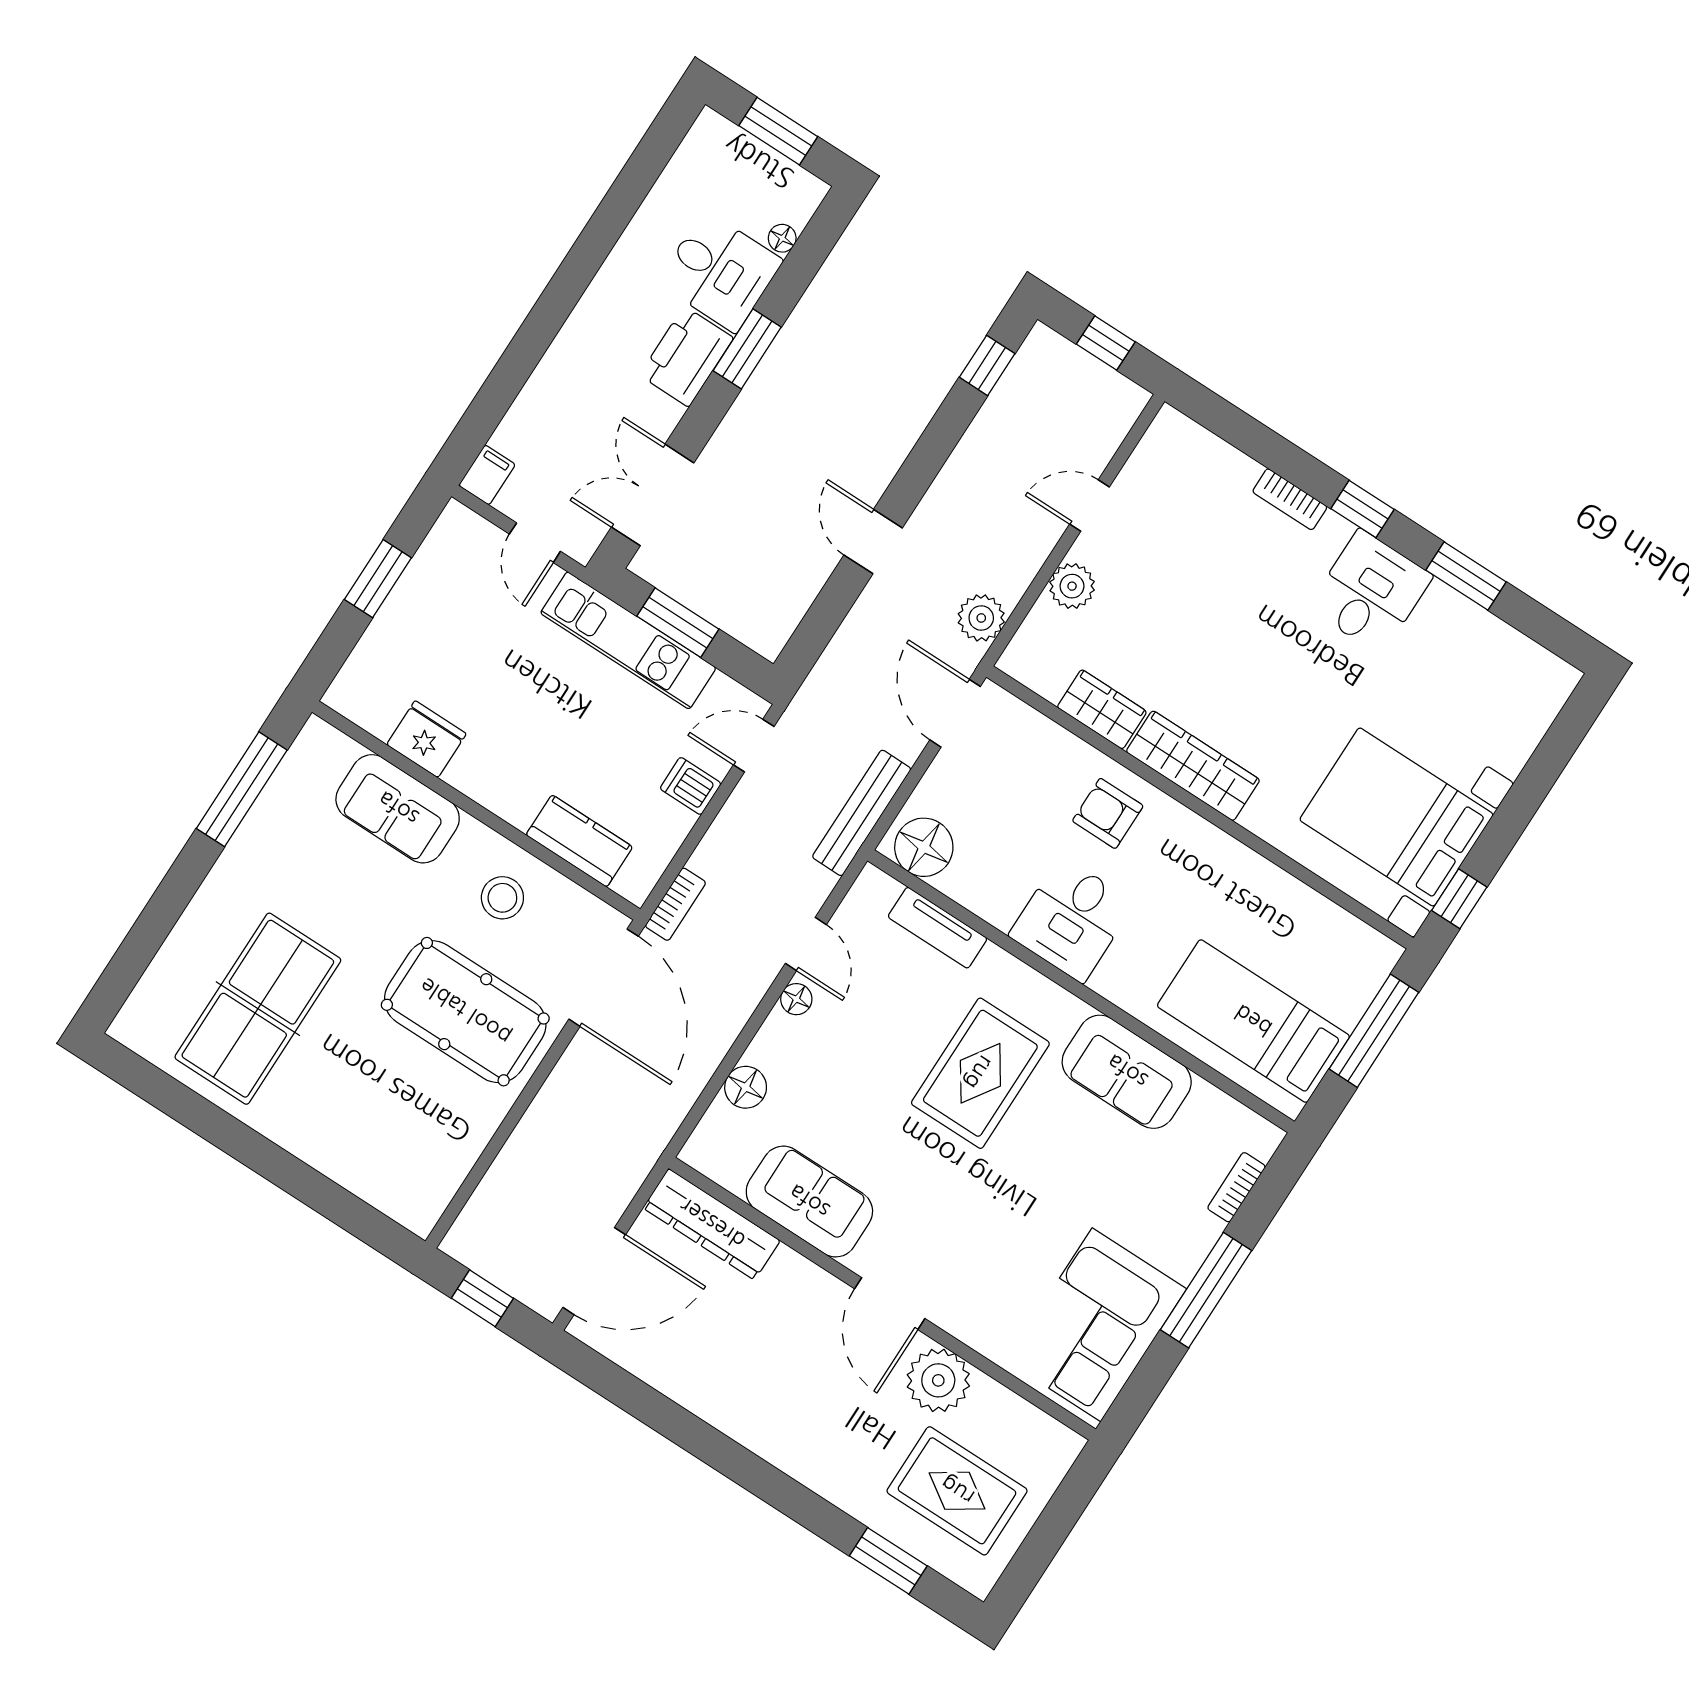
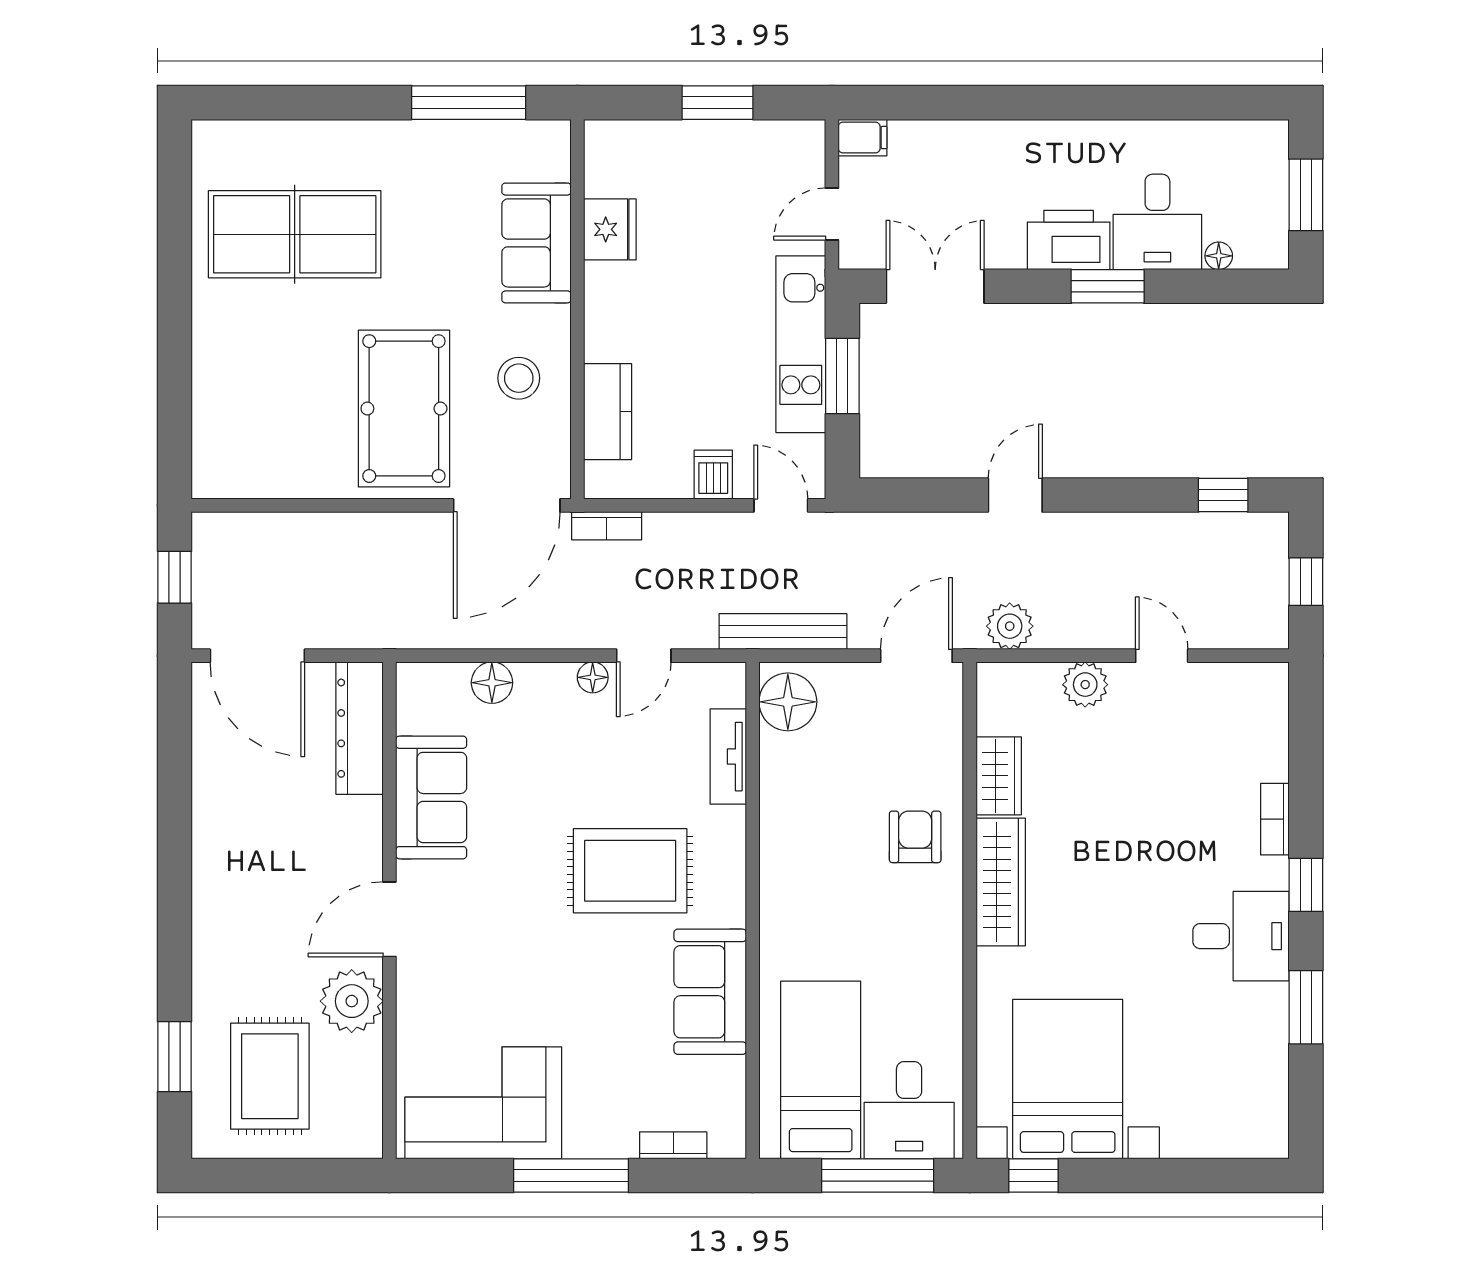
desk: (1072, 919) -> (909, 1110), moved, turned -90

